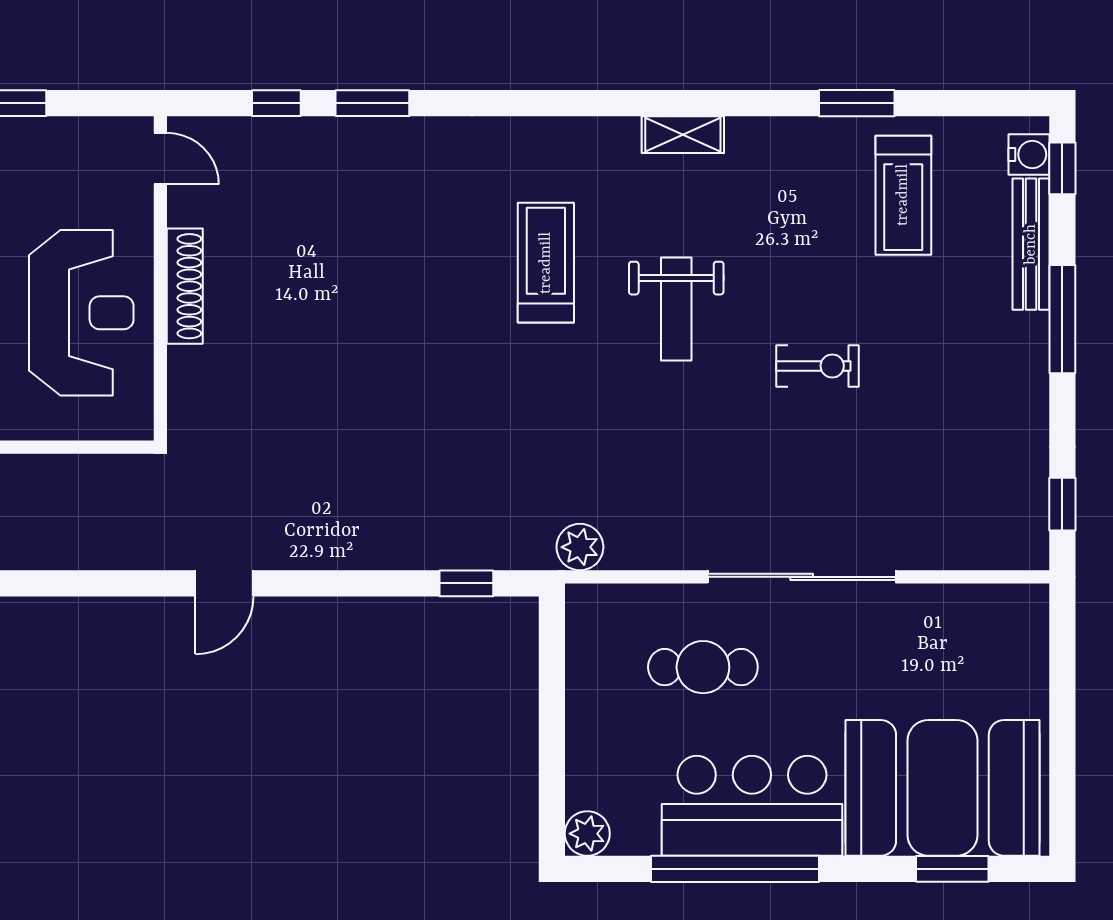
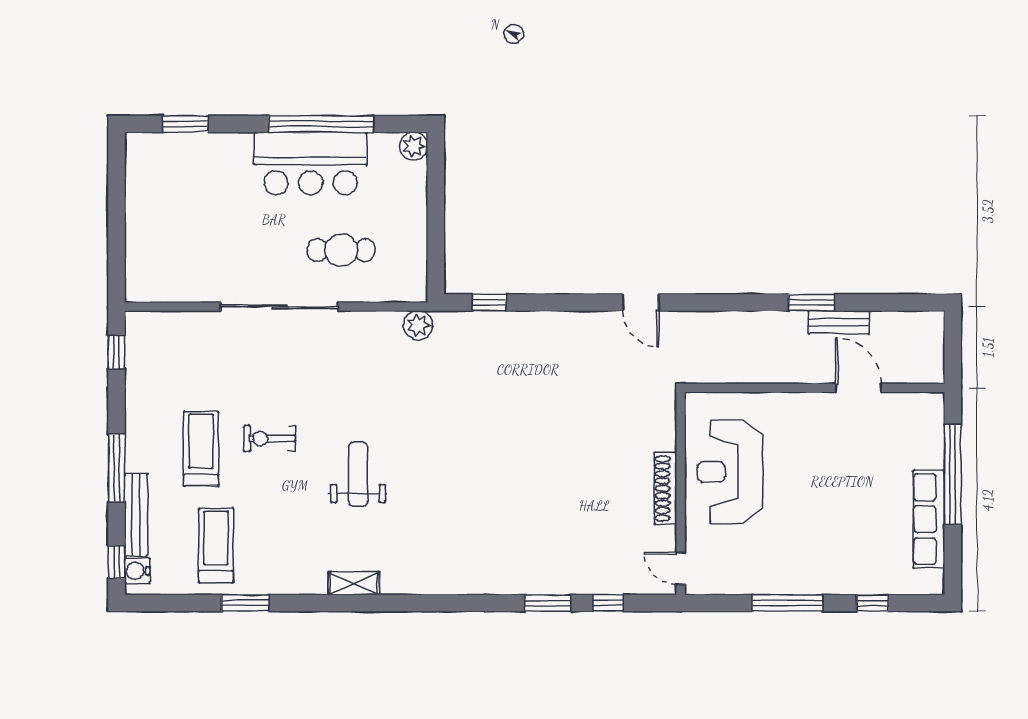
treadmill: (546, 263) -> (201, 449), moved, turned 180
door: (224, 583) -> (641, 303), swing flipped
booth: (942, 788) -> (191, 175), removed

